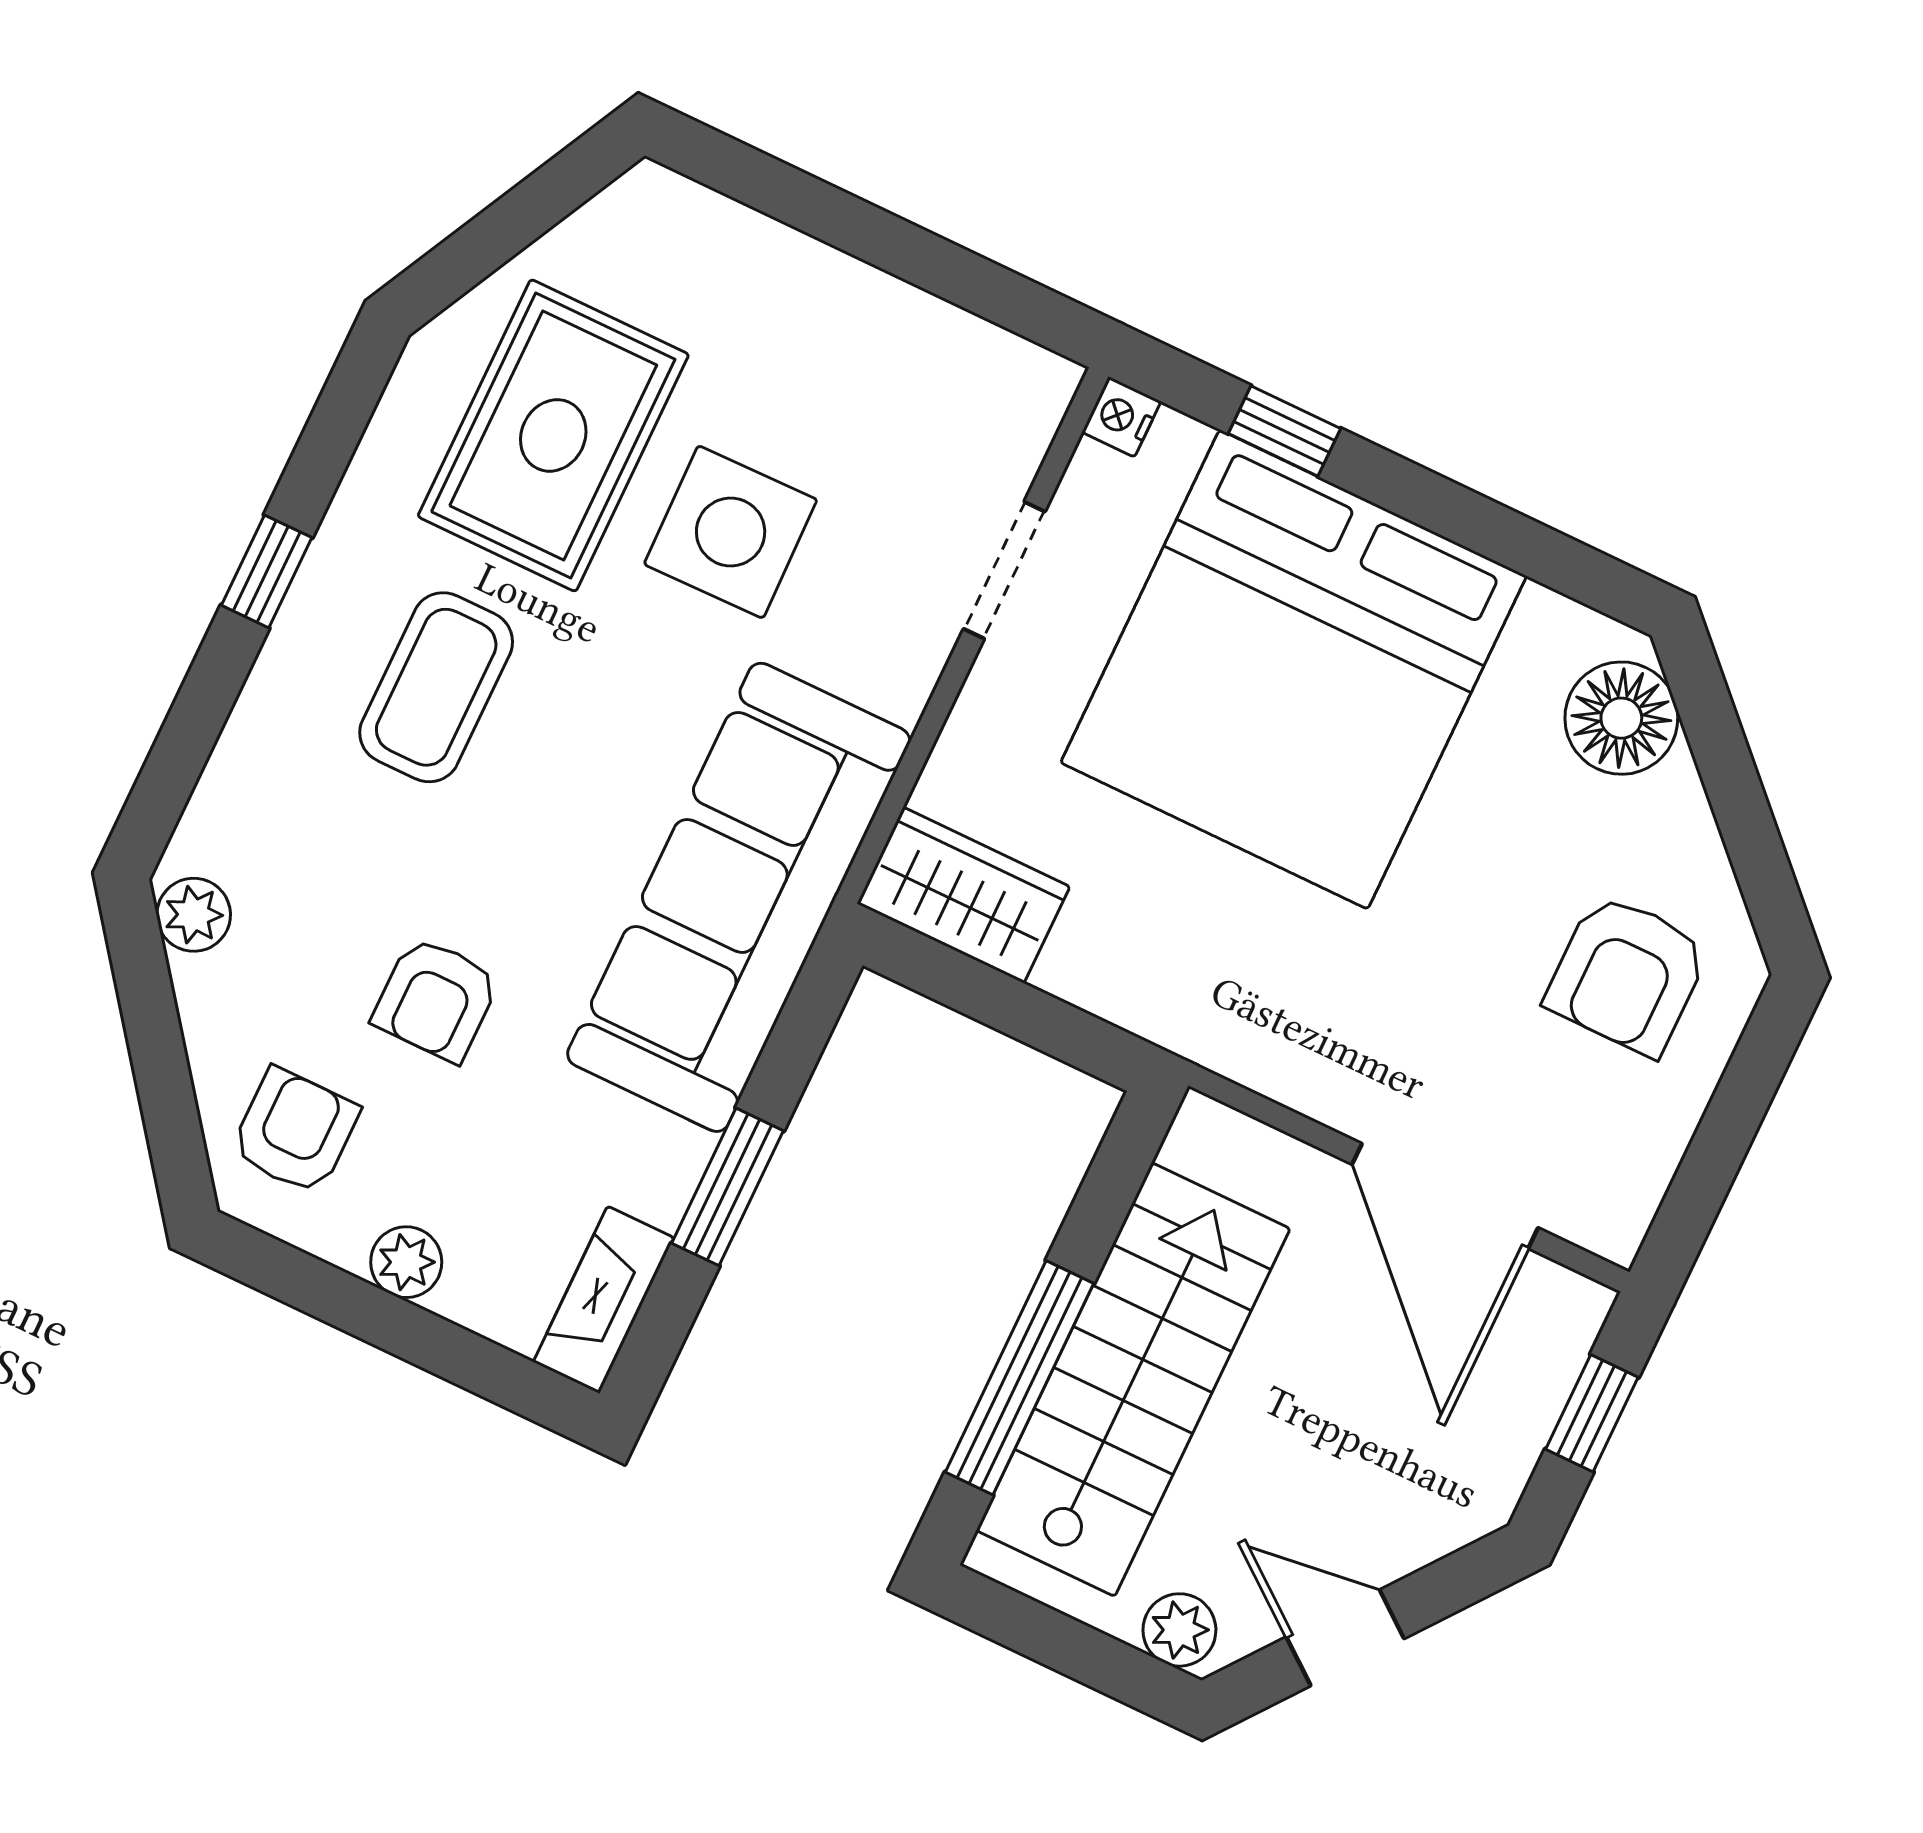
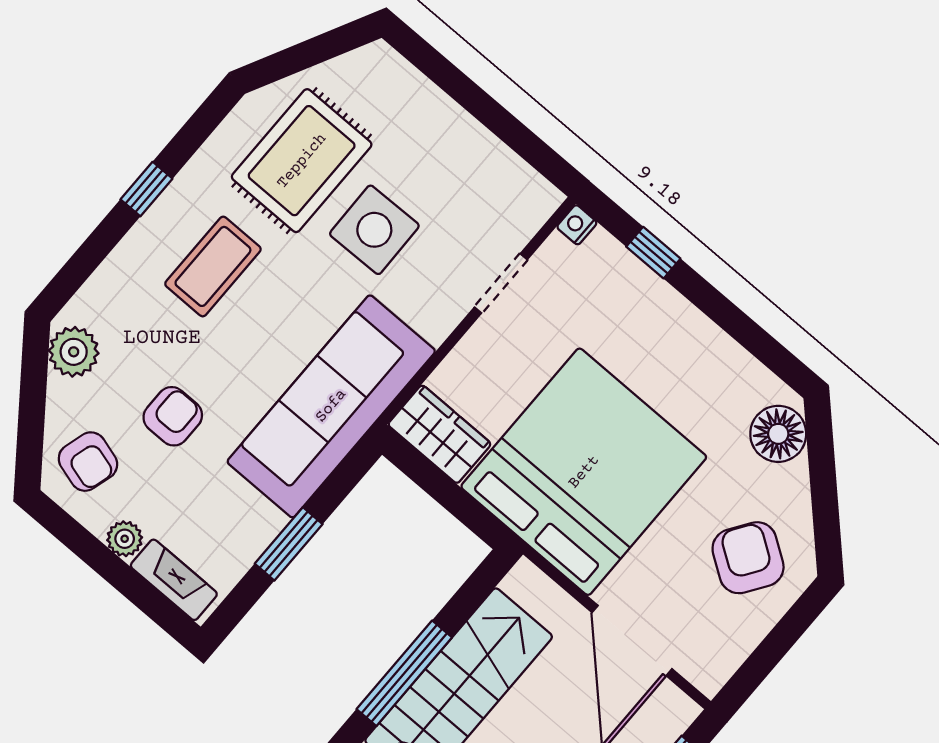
bed: (1294, 669) -> (584, 472), moved, turned 180
plant: (194, 915) -> (74, 352), width x1.38, depth x1.38
armchair: (1627, 975) -> (748, 558), turned 124
armchair: (436, 999) -> (173, 416), turned 180
armchair: (295, 1131) -> (88, 462), turned 106
fireplace: (604, 1300) -> (174, 580), moved, turned 90

